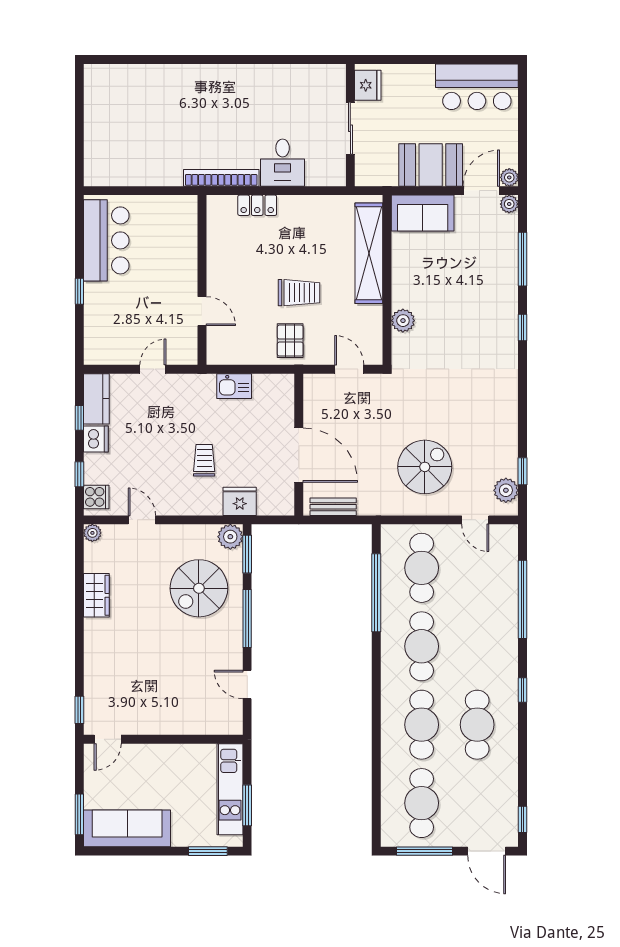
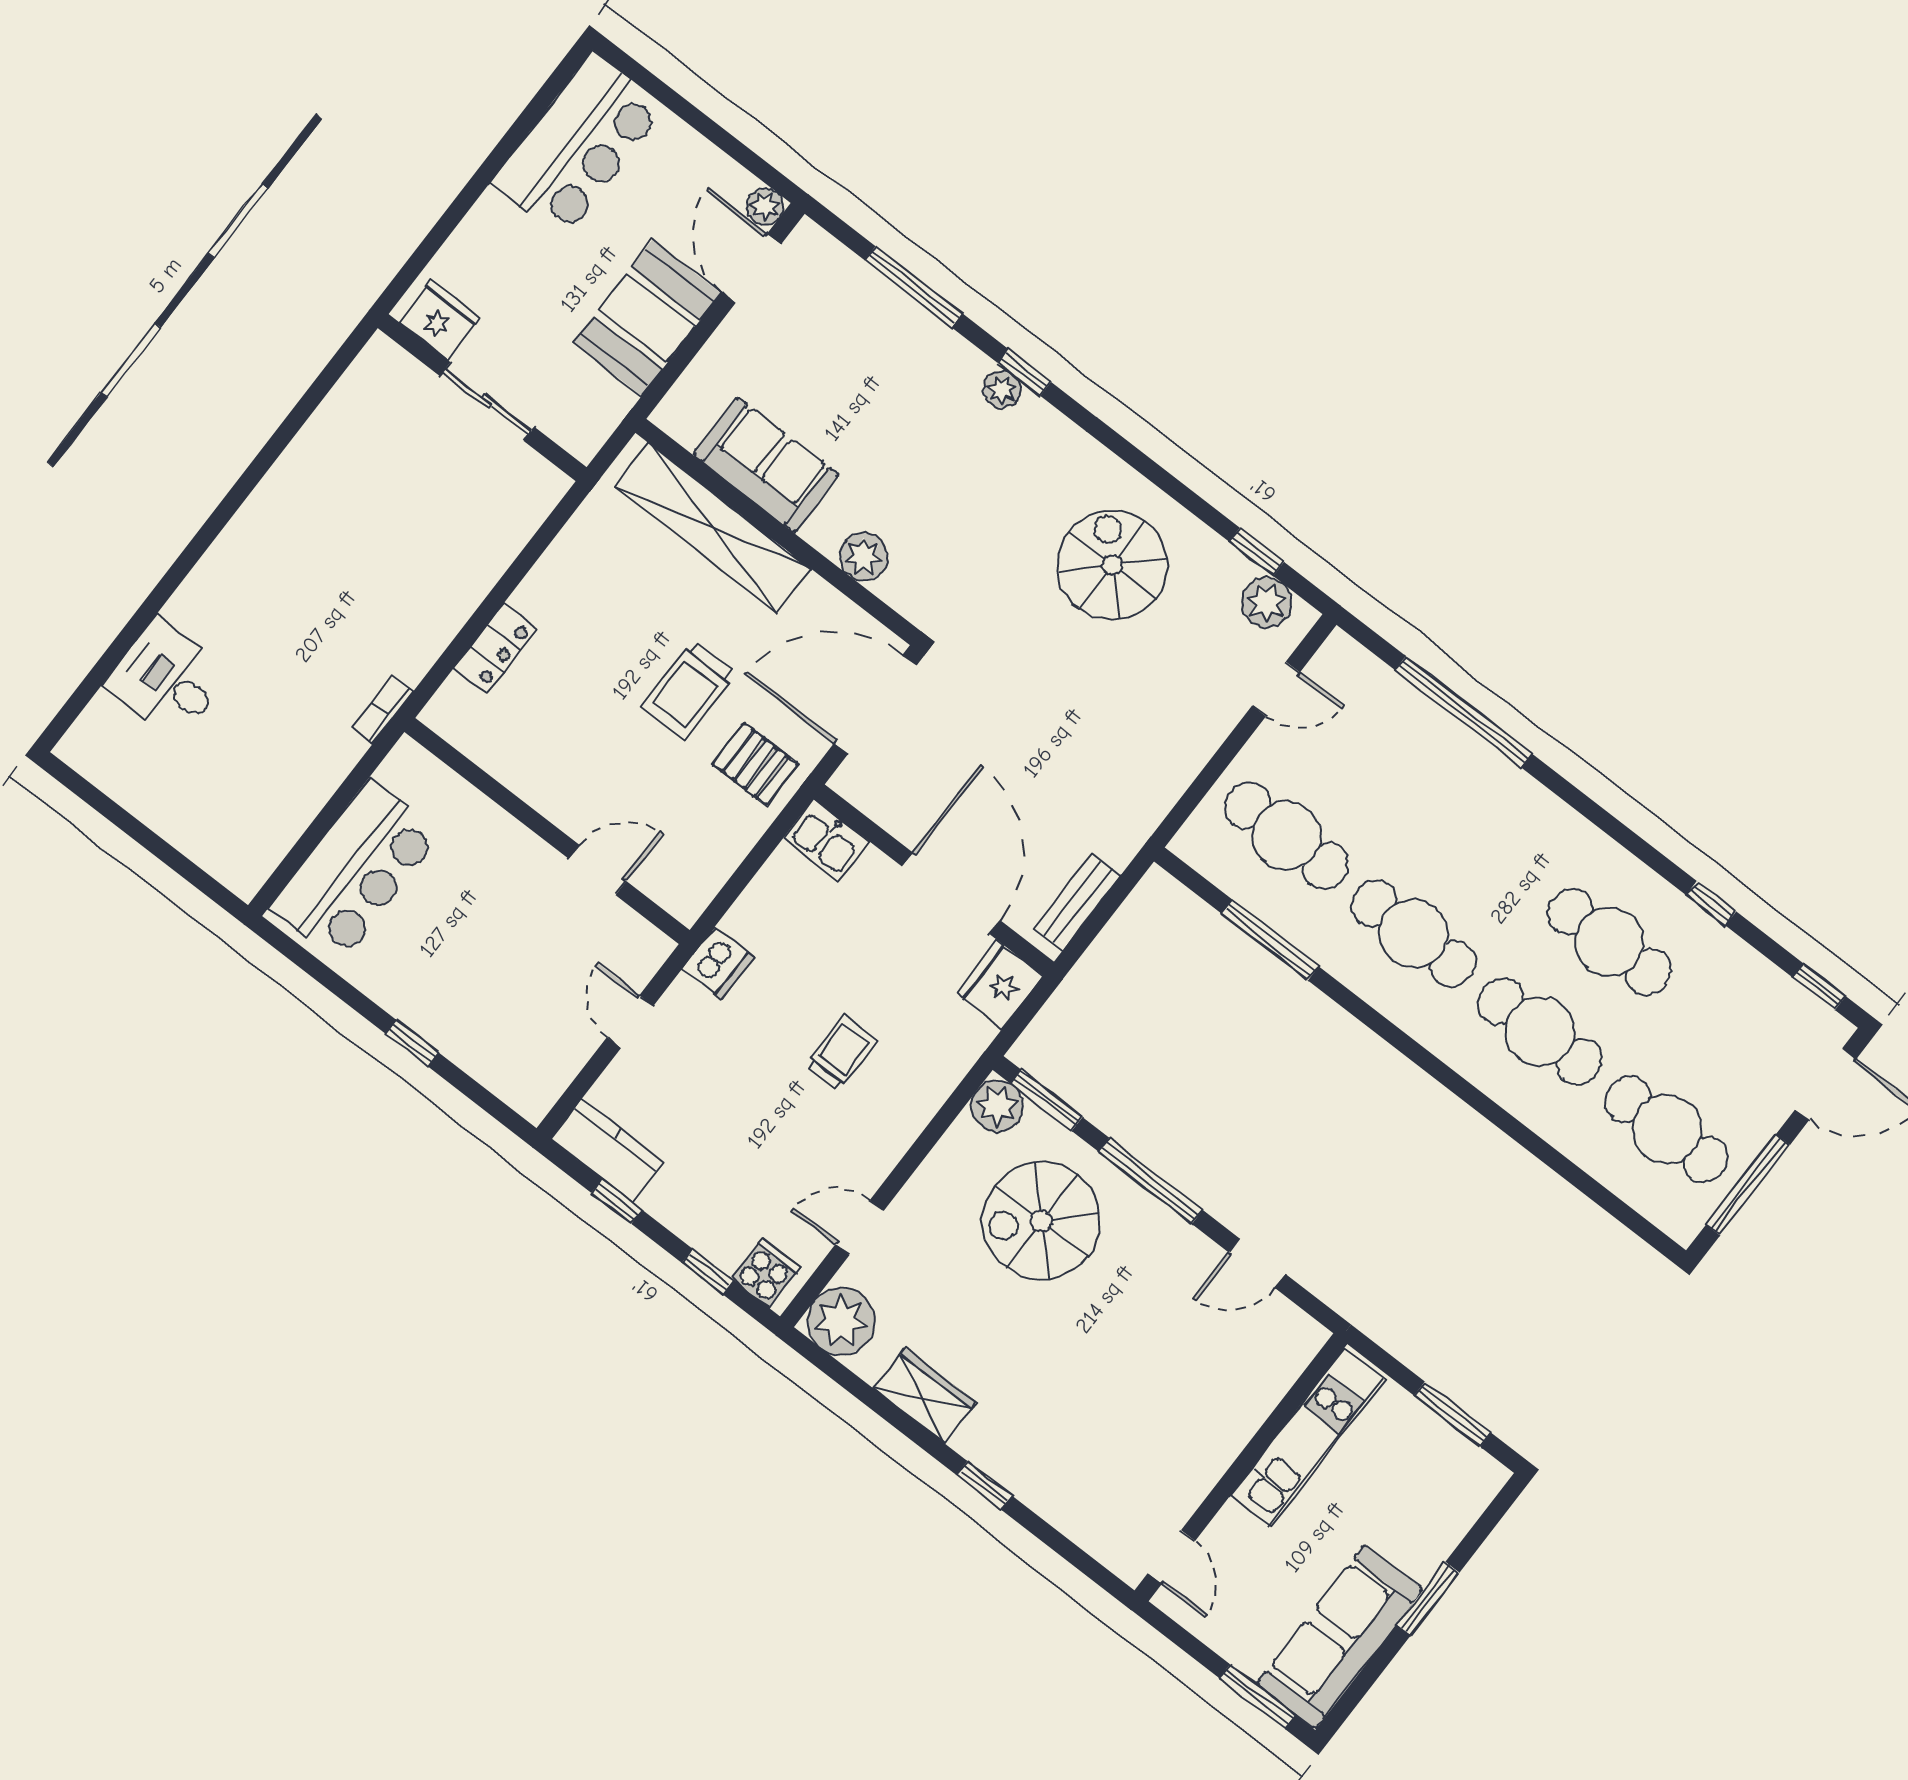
desk: (283, 163) -> (167, 680), moved, turned 180
bookcase: (221, 178) -> (383, 709), width x0.43, depth x0.76
plant: (509, 204) -> (1002, 390), moved
sofa: (423, 213) -> (766, 465), moved, turned -90
bar counter: (106, 240) -> (356, 870), moved, turned 90
trolley: (299, 293) -> (689, 690), turned 180
door: (349, 369) -> (875, 704), width x1.88
kitchen sink: (234, 386) -> (826, 840), moved, turned 90
dishwasher: (96, 439) -> (718, 963), moved, turned 90
door: (299, 455) -> (951, 893), hinge flipped
trolley: (204, 460) -> (841, 1053), turned 90
spiral stairs: (425, 467) -> (1112, 565), moved
fridge: (240, 501) -> (1000, 985), moved
plant: (92, 533) -> (841, 1321), width x1.87, depth x1.87
spiral stairs: (199, 588) -> (1041, 1221), turned 90
window: (376, 593) -> (1270, 940), width x0.68
window: (523, 690) -> (1711, 903), moved
window: (79, 710) -> (984, 1485), moved
kitchen unit: (230, 789) -> (1308, 1438), moved, turned -90
window: (208, 851) -> (1428, 1599), moved

